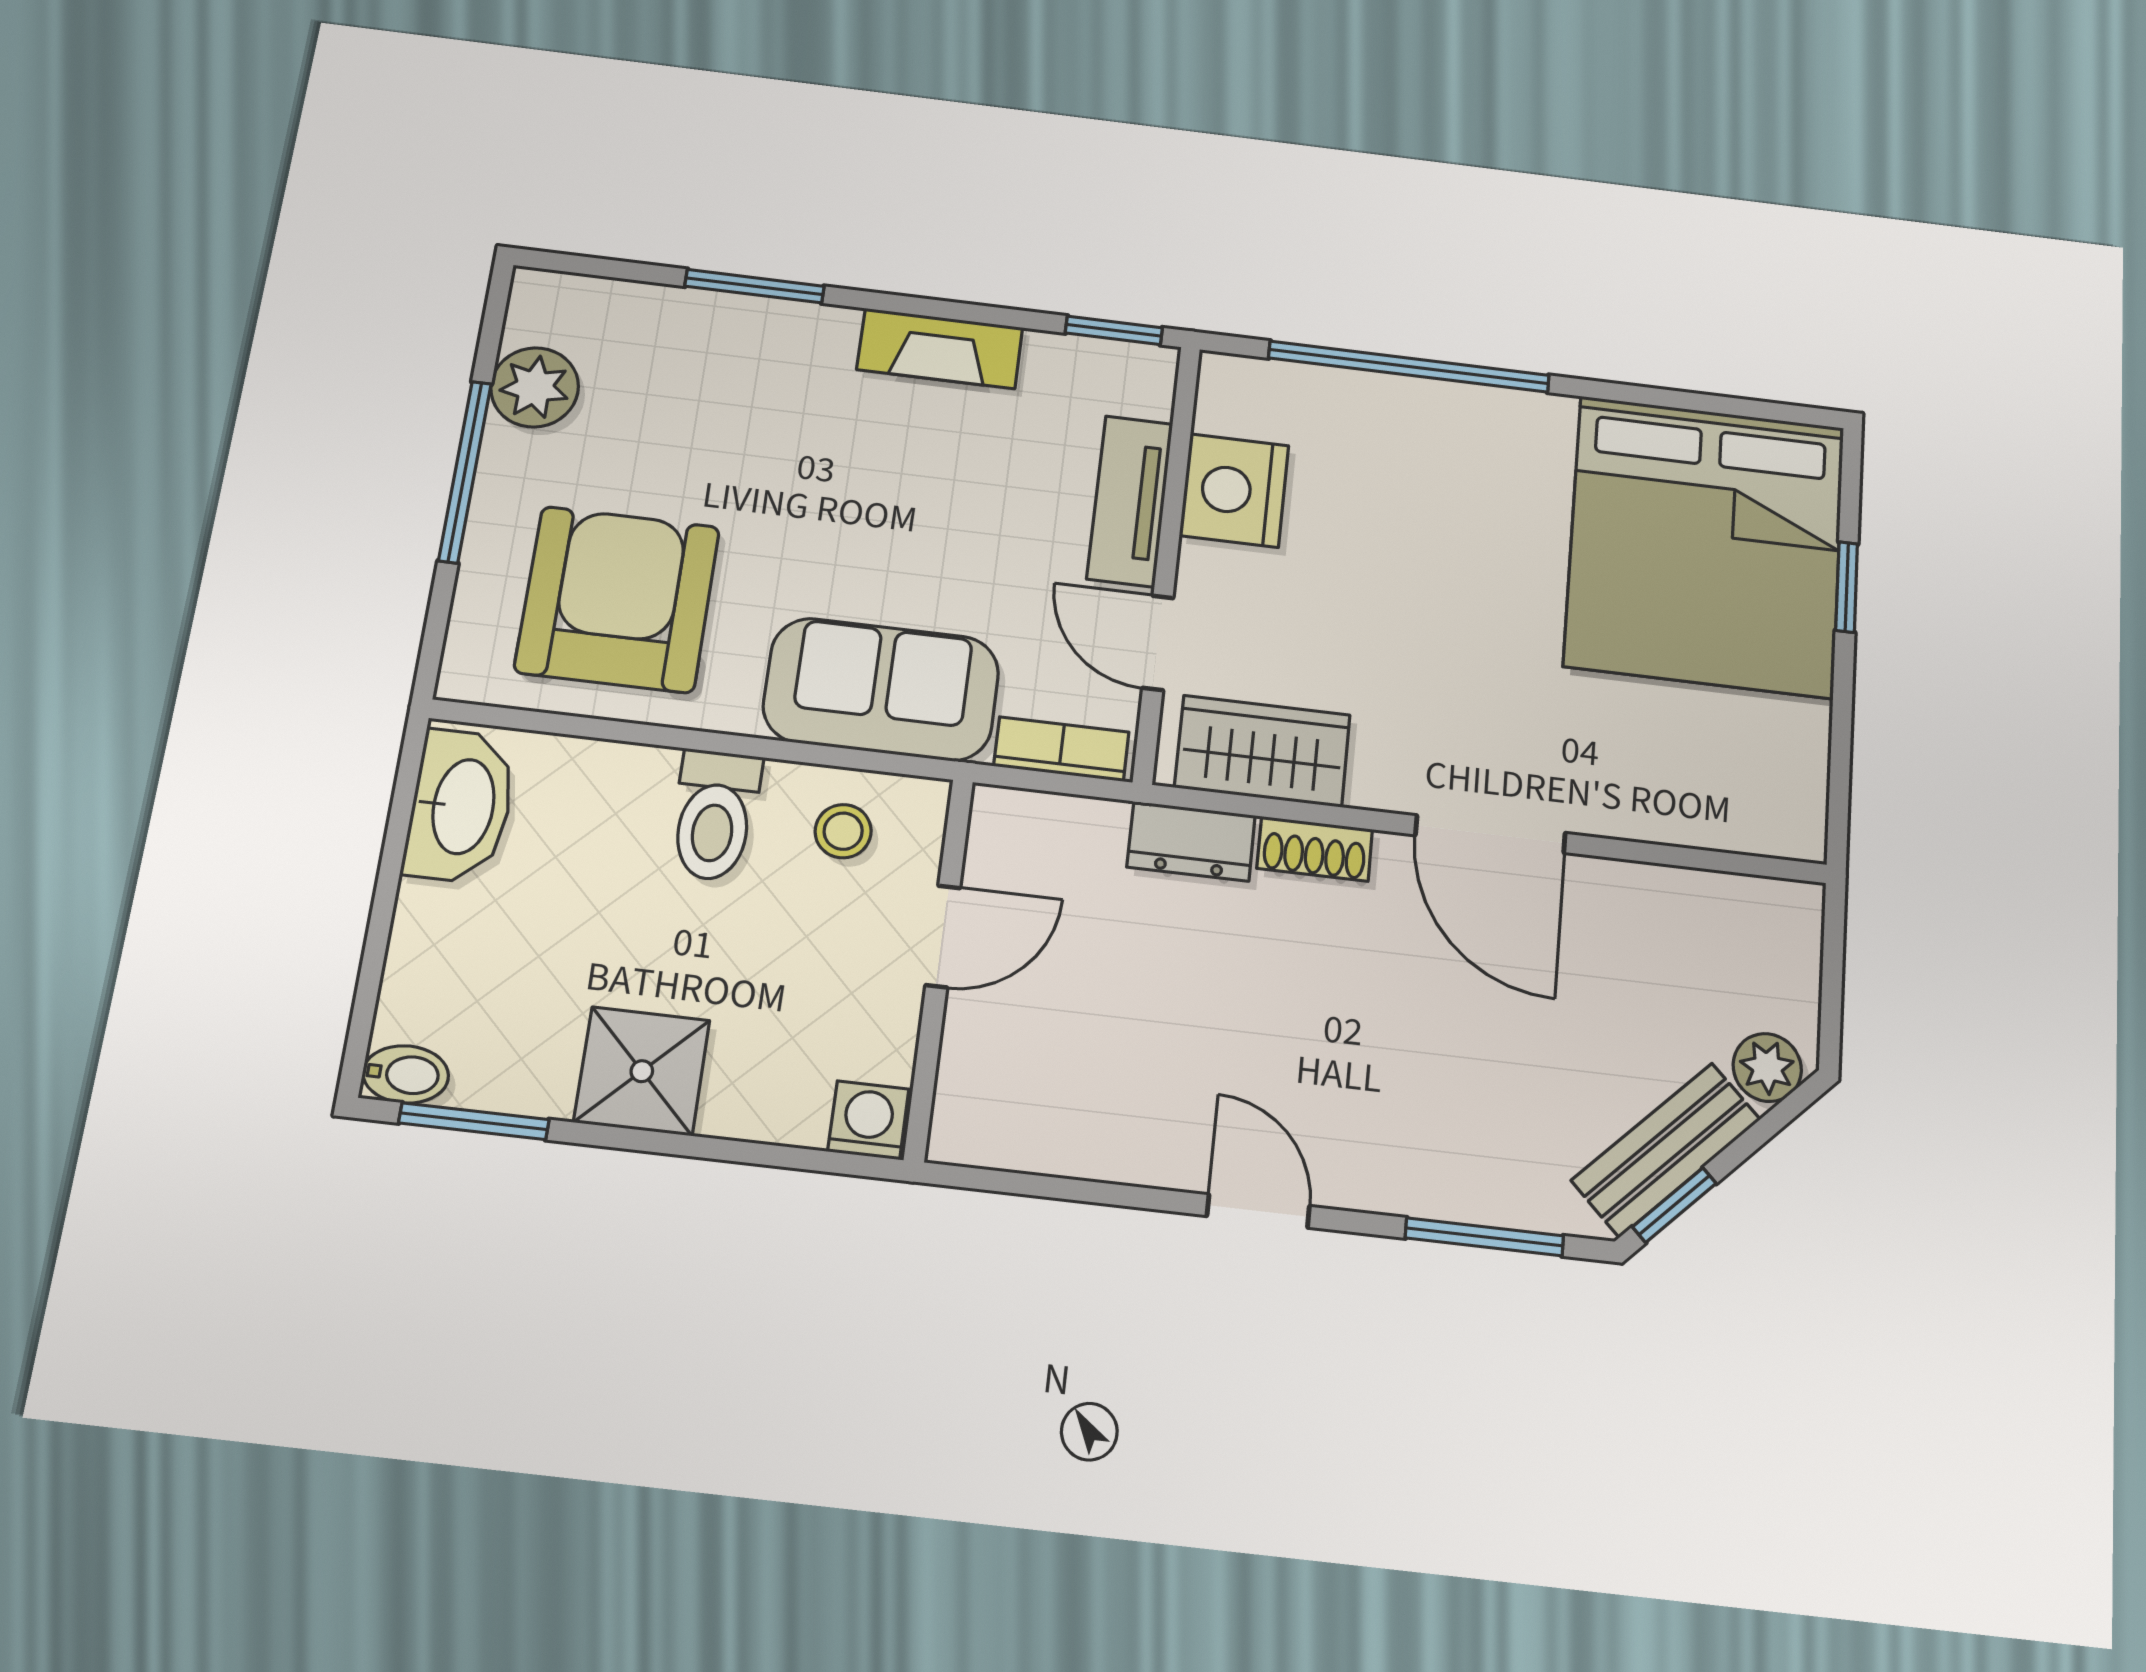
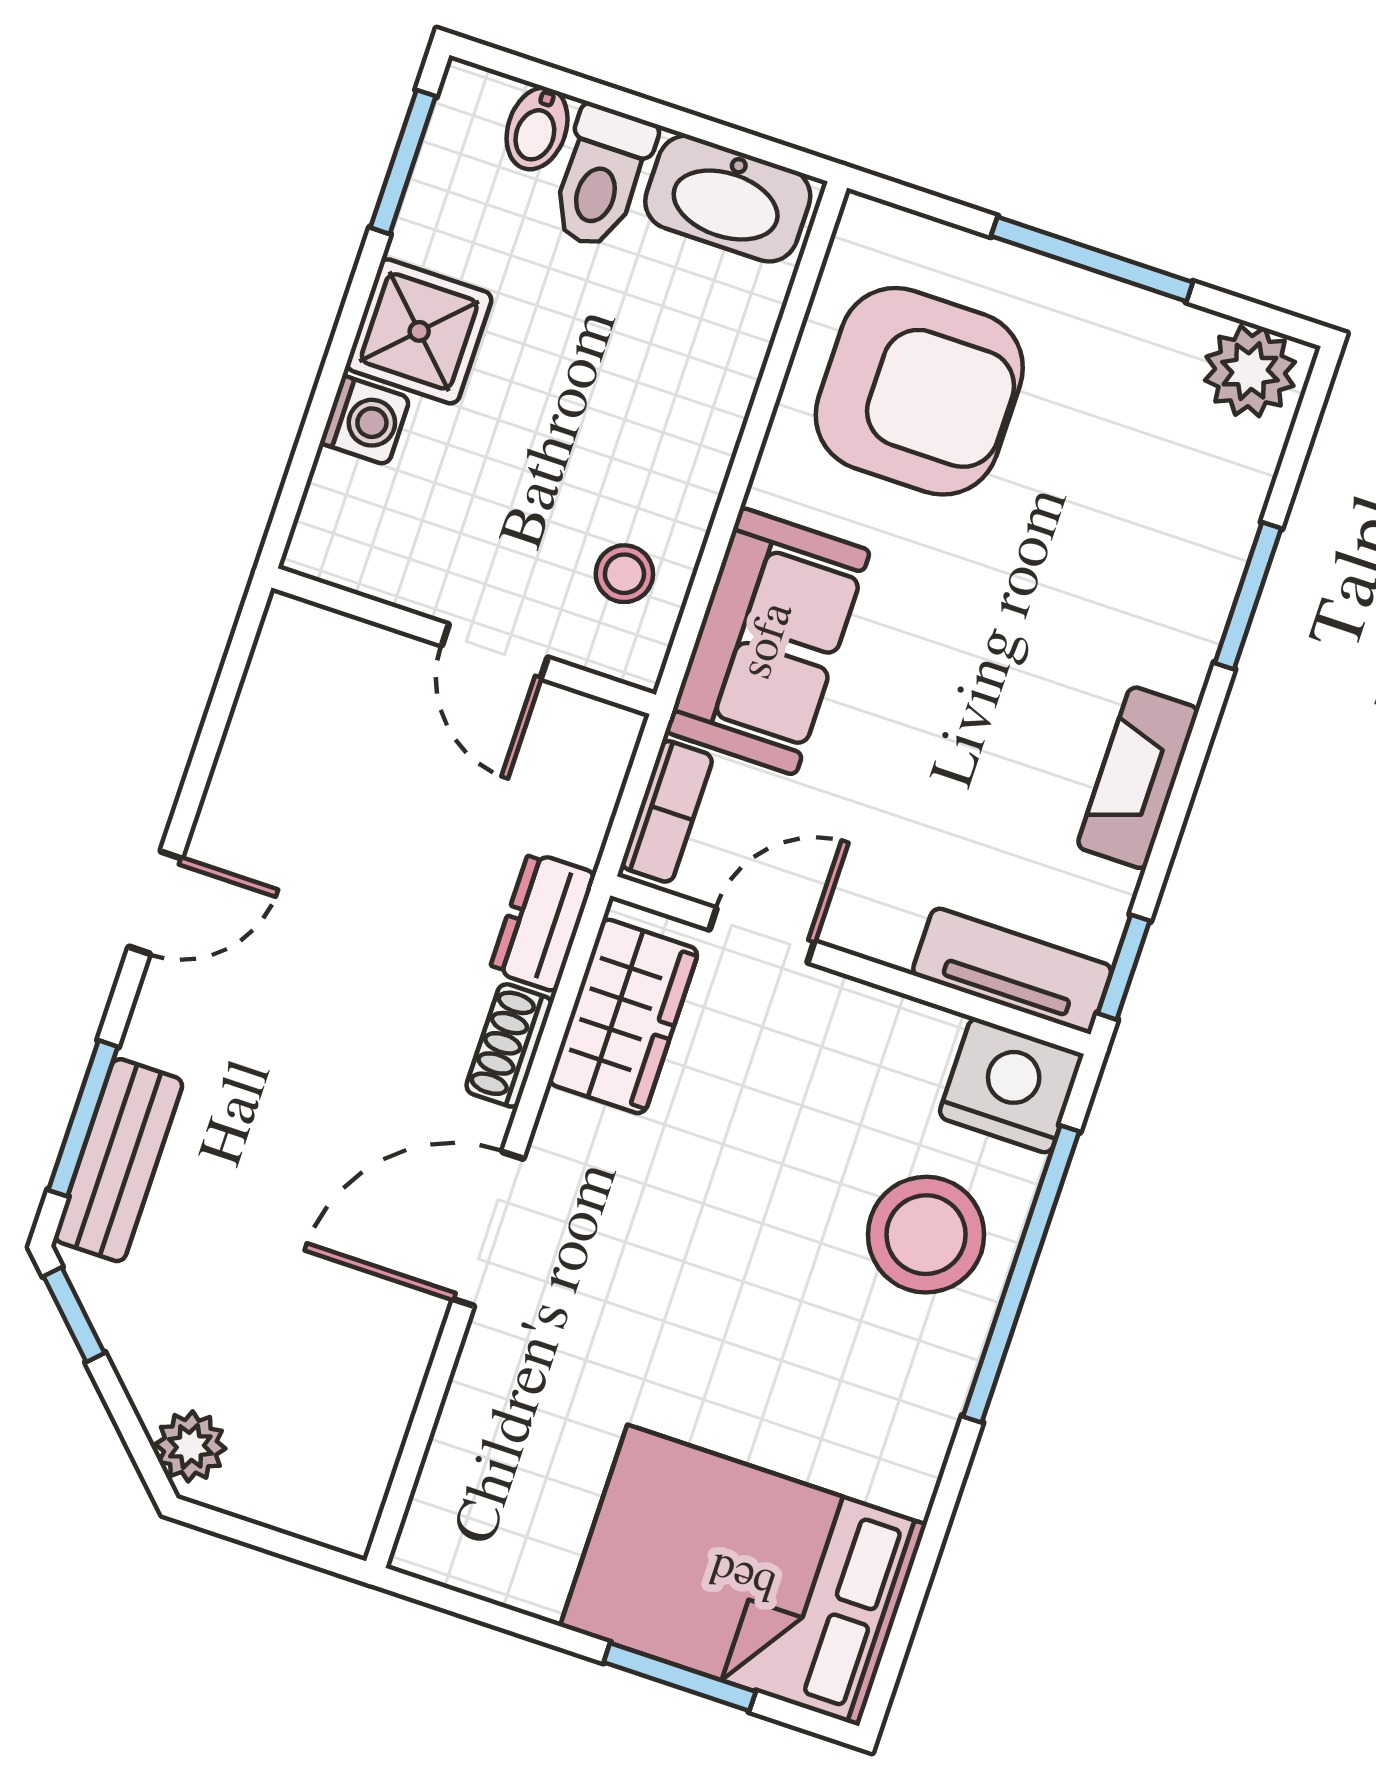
plant: (535, 387) -> (1250, 371), moved
stool: (1395, 452) -> (926, 1235), added
nightstand: (1234, 490) -> (1011, 1085), moved
tv unit: (1130, 501) -> (1012, 970), moved
bed: (1705, 546) -> (743, 1575), width x0.73
window: (1847, 587) -> (680, 1677), width x1.50
toilet: (715, 815) -> (601, 177), moved, turned -90
bidet: (406, 1074) -> (537, 128), moved
washing machine: (868, 1120) -> (365, 420), moved
bench: (1666, 1150) -> (119, 1160), moved, turned 45

